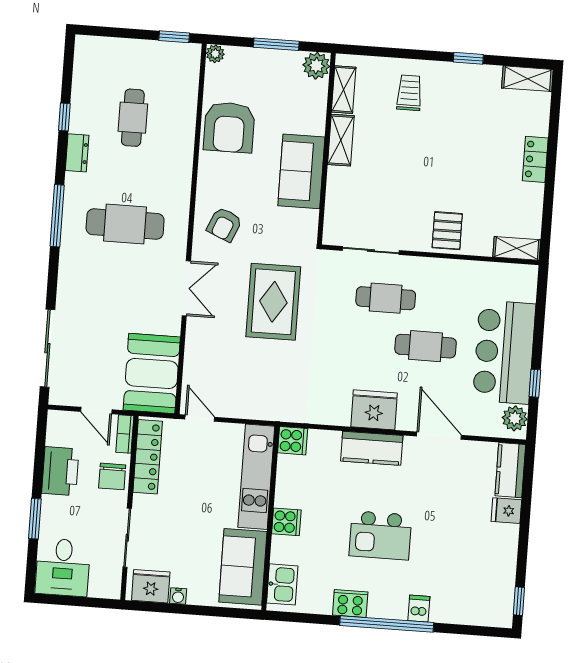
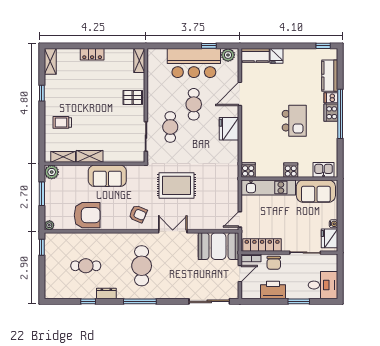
kitchen counter: (372, 448) -> (330, 76), moved, turned 180
chair: (112, 476) -> (274, 263), turned 90
cooker: (350, 604) -> (331, 113), moved

